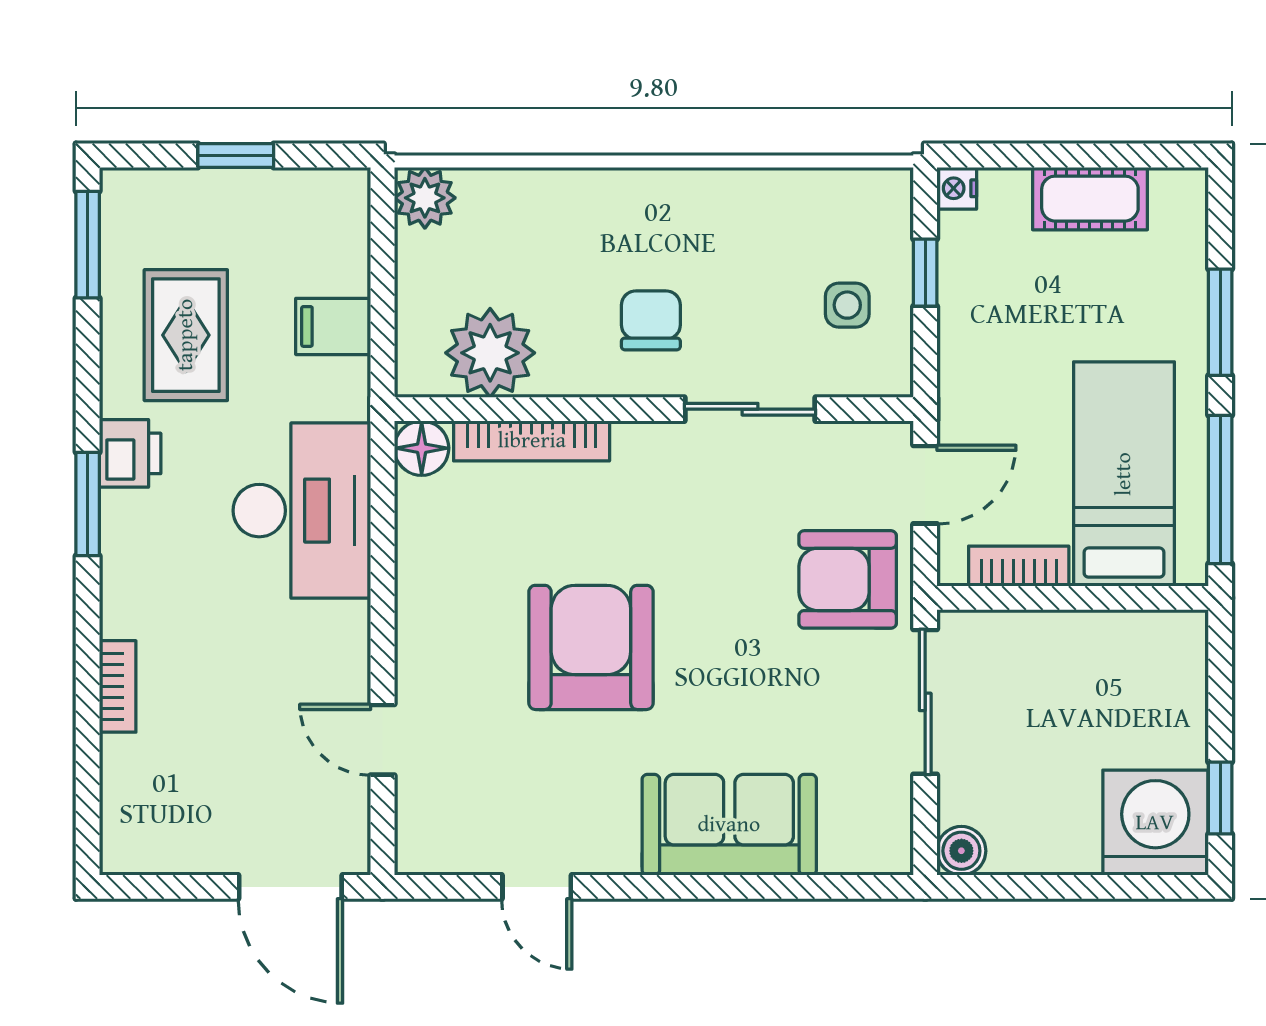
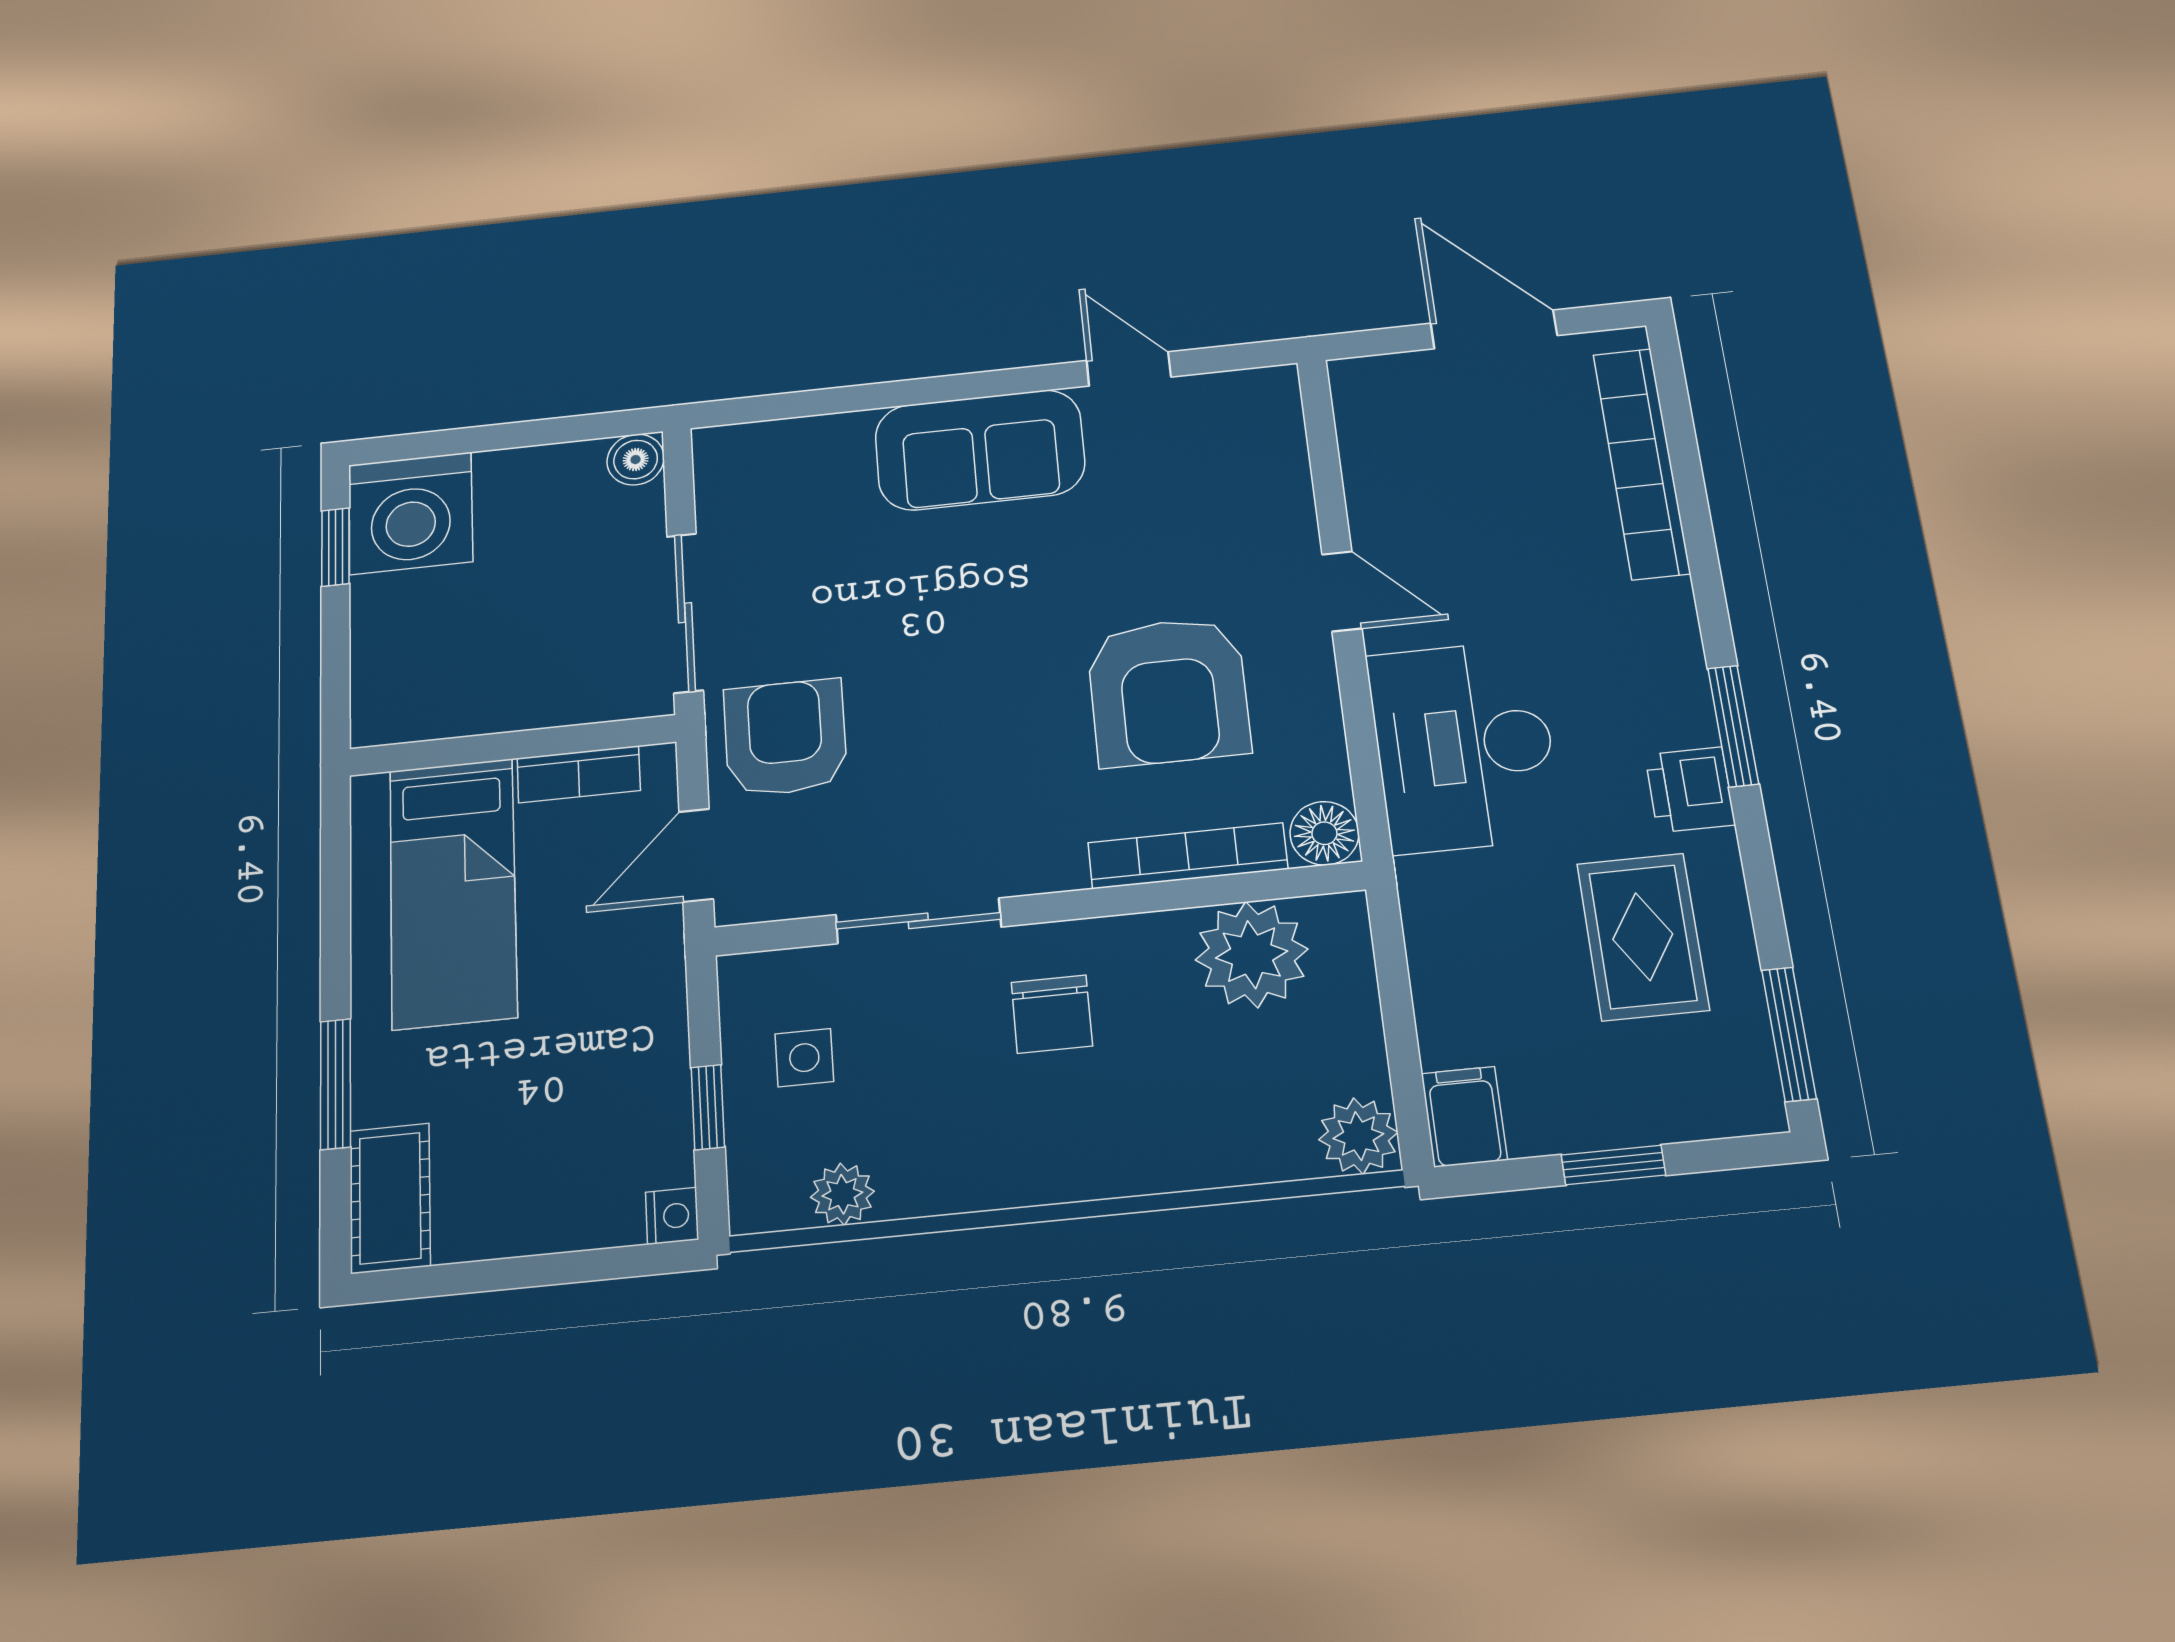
plant: (824, 192) -> (842, 1194), added
cot: (1090, 199) -> (390, 1198), moved, turned 90
filing cabinet: (333, 326) -> (1464, 1117), moved, turned -90
window: (1220, 490) -> (335, 887), removed
armchair: (848, 579) -> (785, 738), turned -90
armchair: (591, 647) -> (1168, 691), moved
bookcase: (118, 686) -> (1641, 463), width x2.31, depth x1.31
door: (383, 740) -> (1342, 591), moved
sofa: (729, 825) -> (980, 450), moved
door: (290, 887) -> (1494, 329), moved

